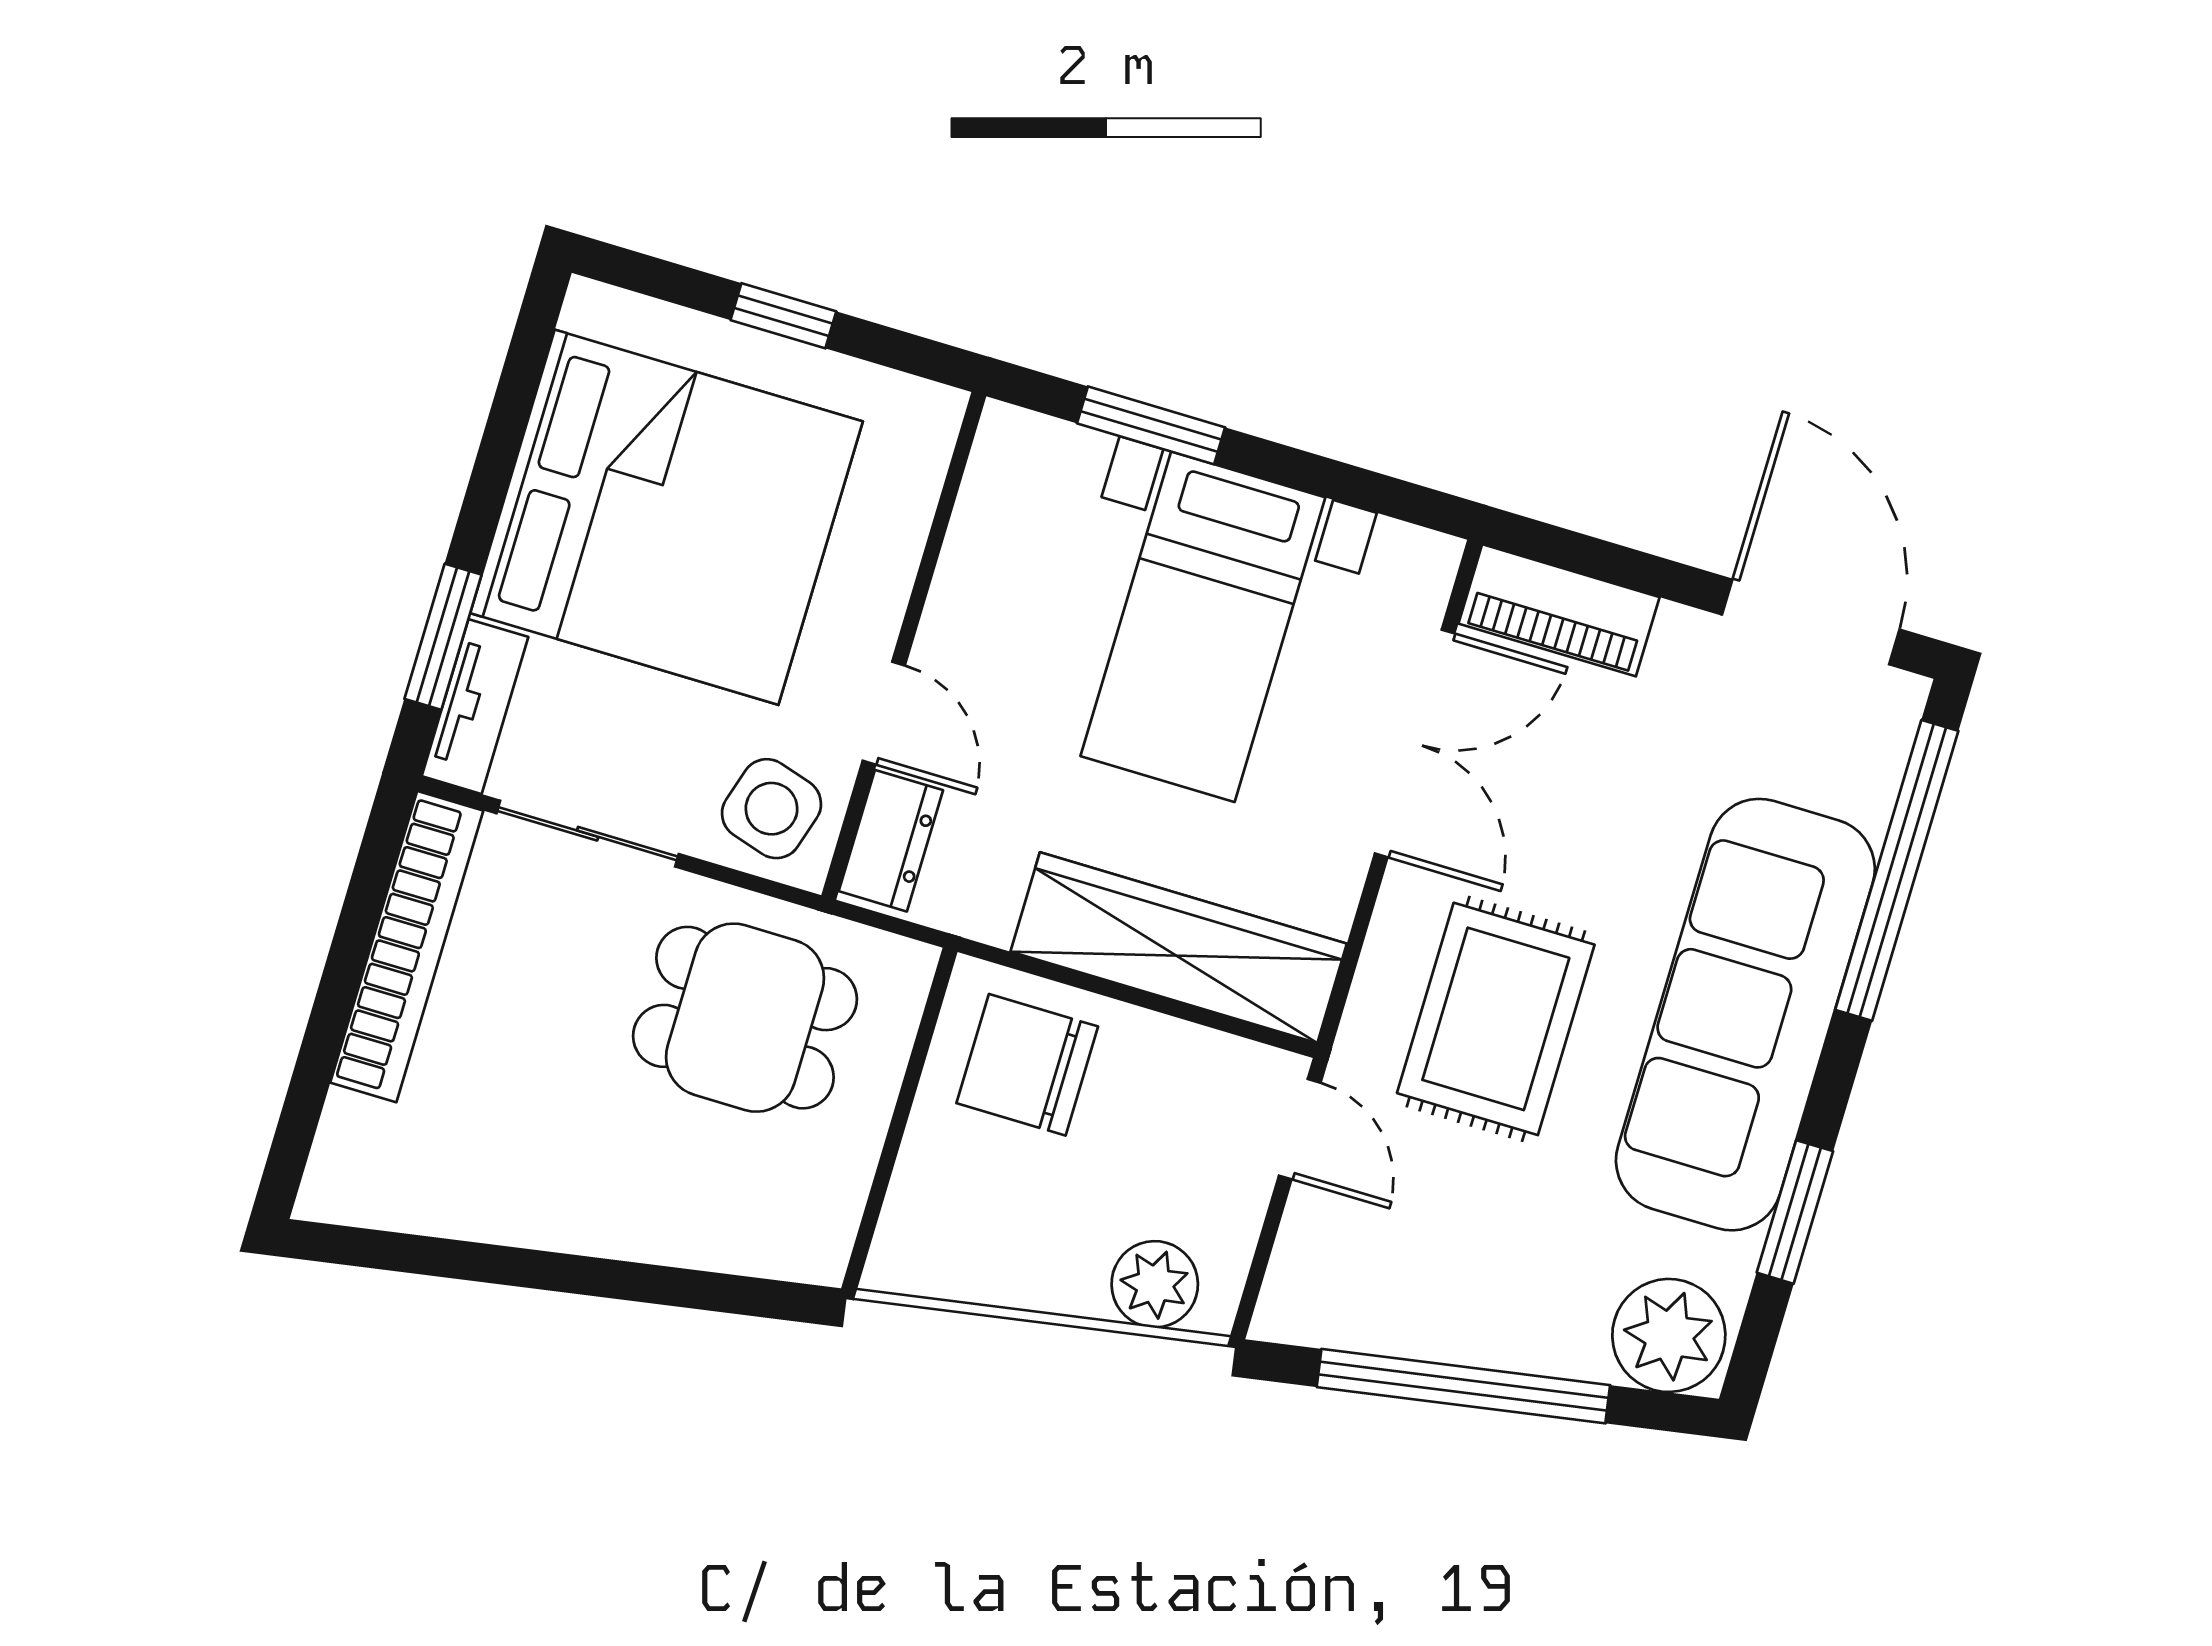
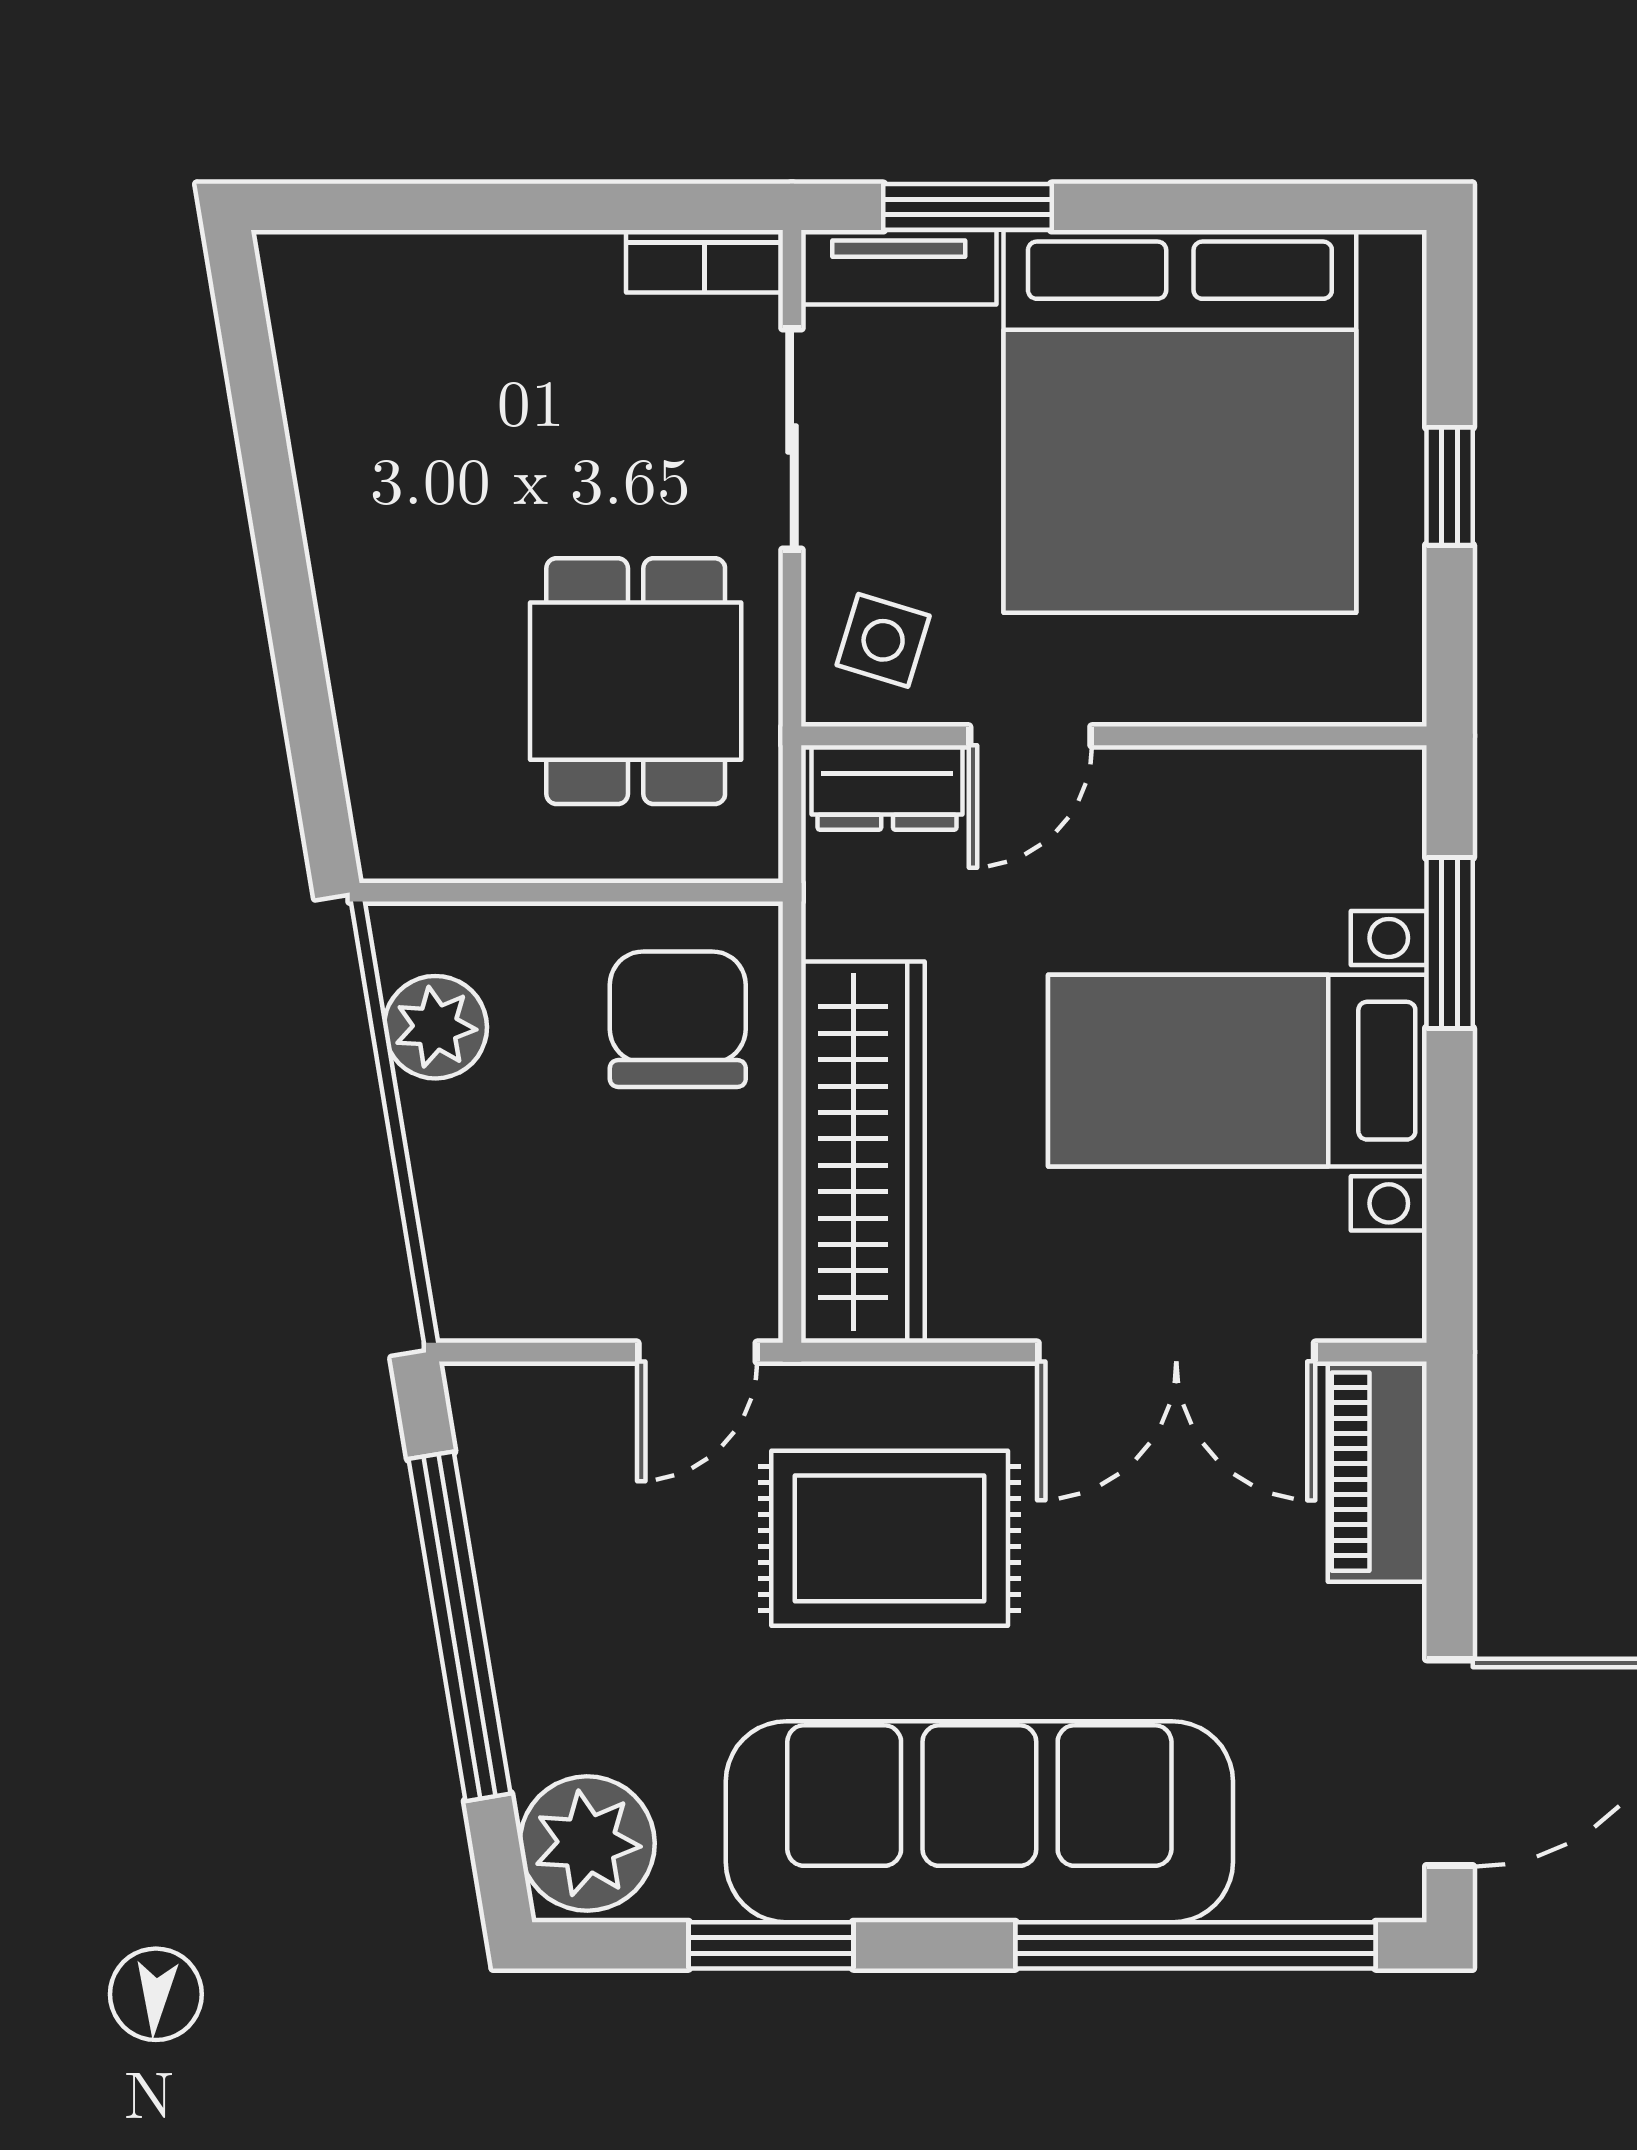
side table: (772, 809) -> (883, 640), width x0.73, depth x0.73
bookcase: (407, 947) -> (704, 261), width x0.43, depth x0.76
plant: (1155, 1284) -> (435, 1027), moved

